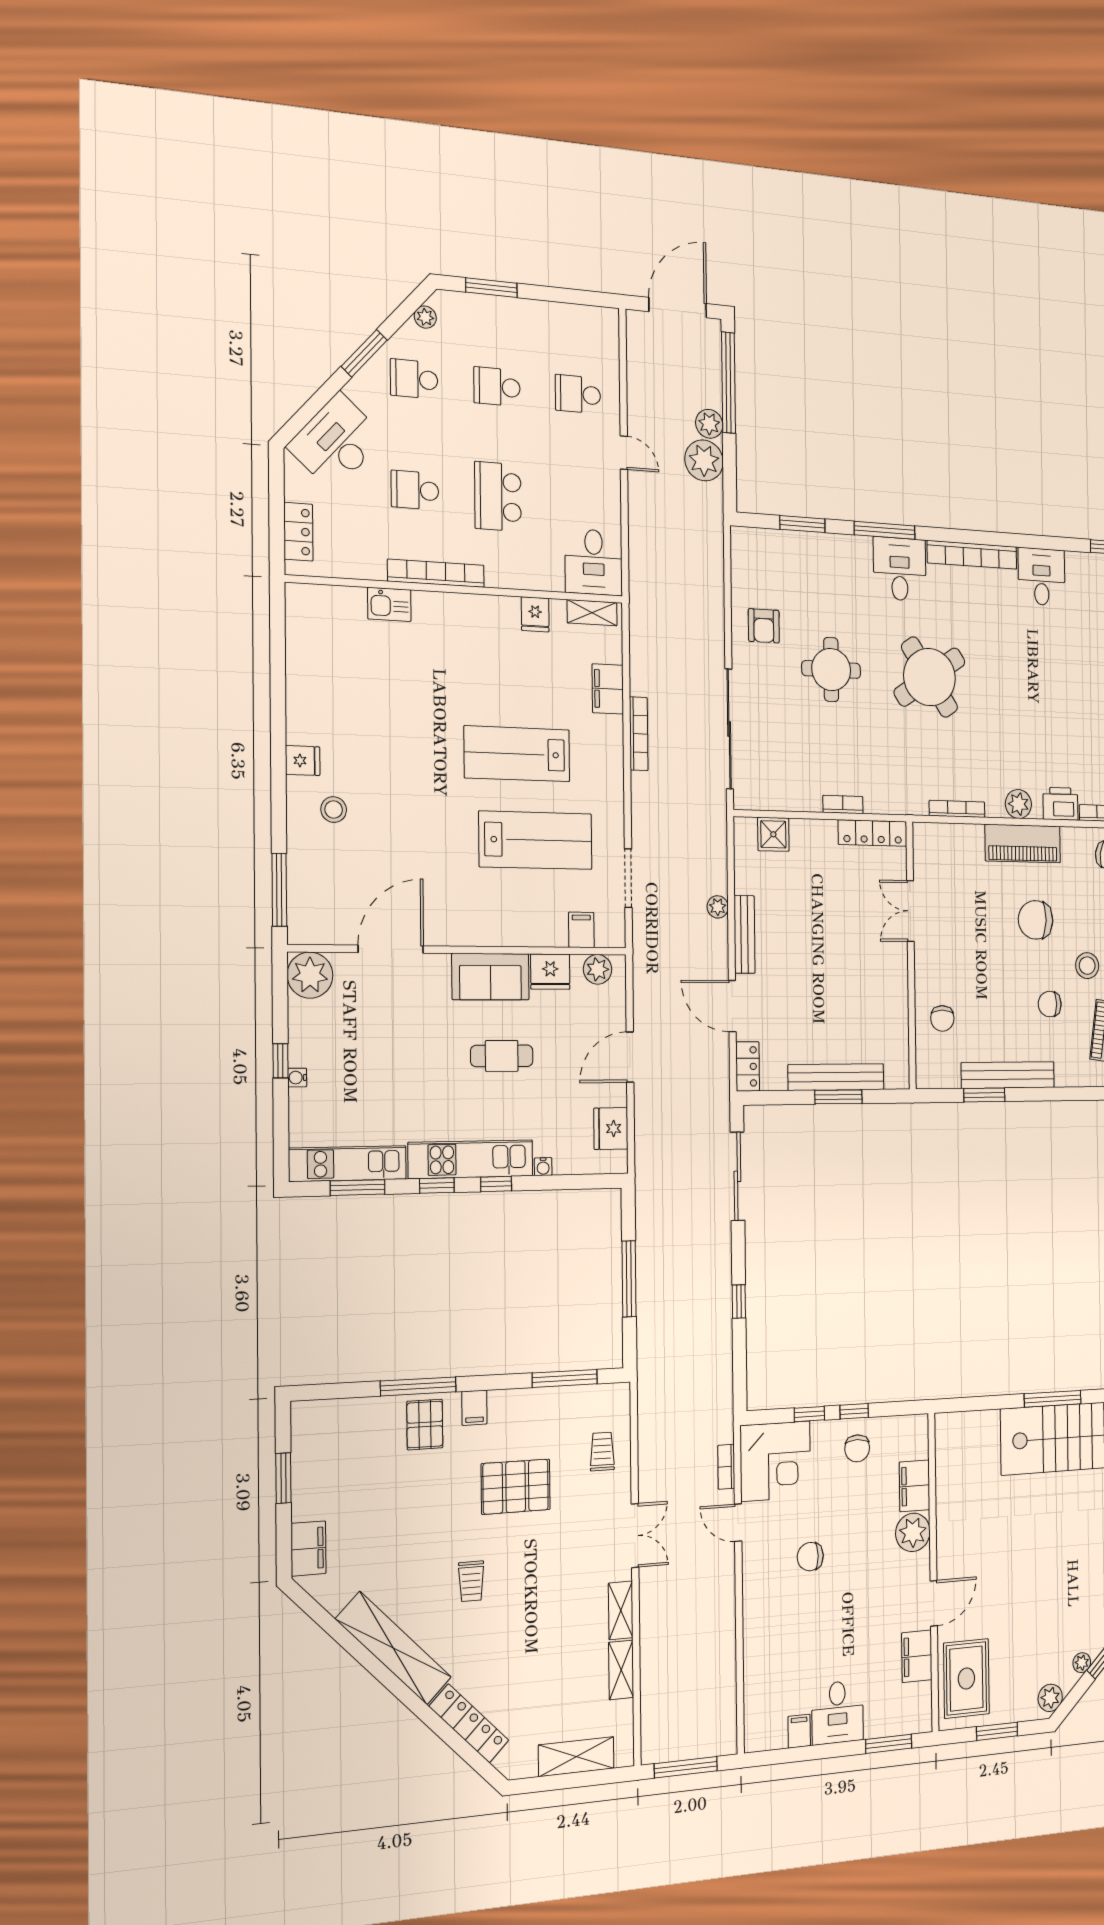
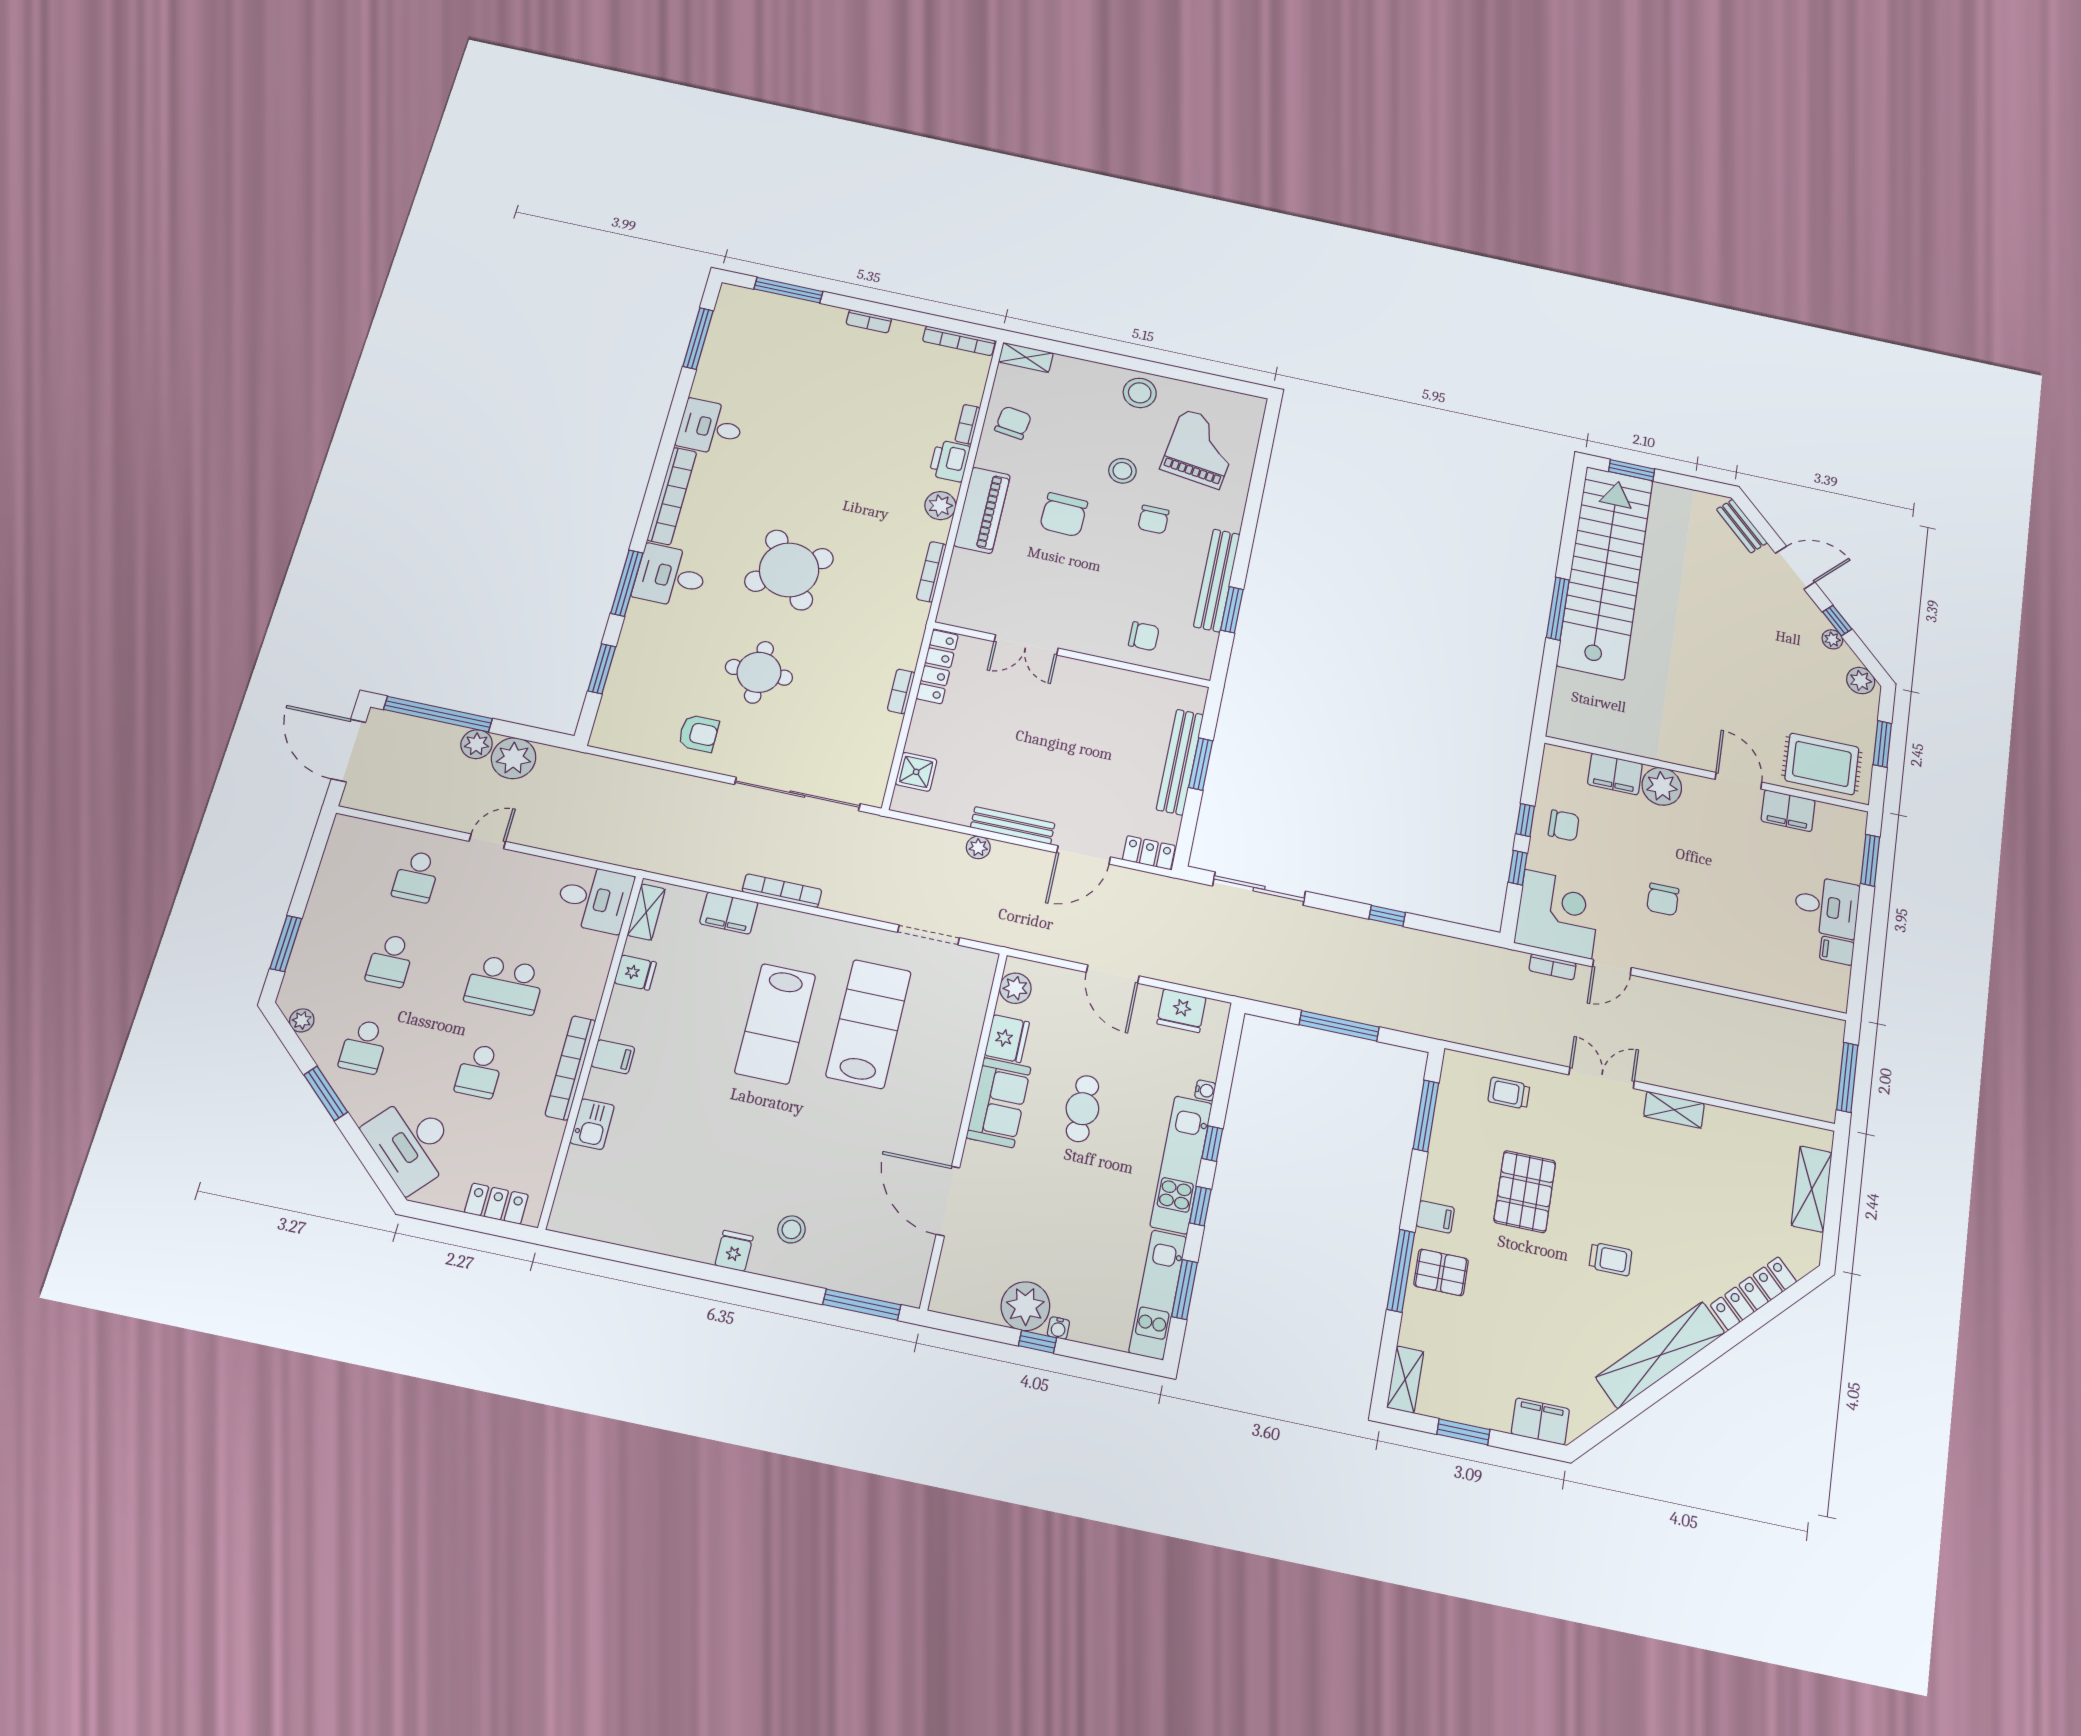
filing cabinet: (581, 930) -> (613, 1057), moved, turned 180
plant: (310, 975) -> (1025, 1306), moved
shelving: (621, 1670) -> (1405, 1379), moved, turned 90

